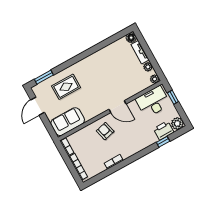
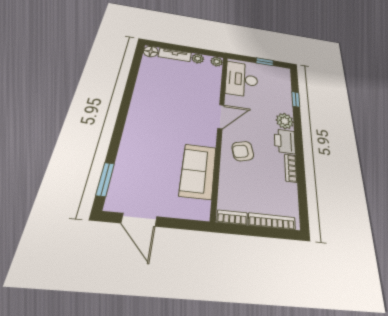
rug: (66, 87) -> (146, 159), removed
window: (173, 97) -> (265, 62), moved
sofa: (68, 122) -> (198, 171), moved
plant: (177, 124) -> (285, 121), moved
printer: (164, 130) -> (285, 141), moved

